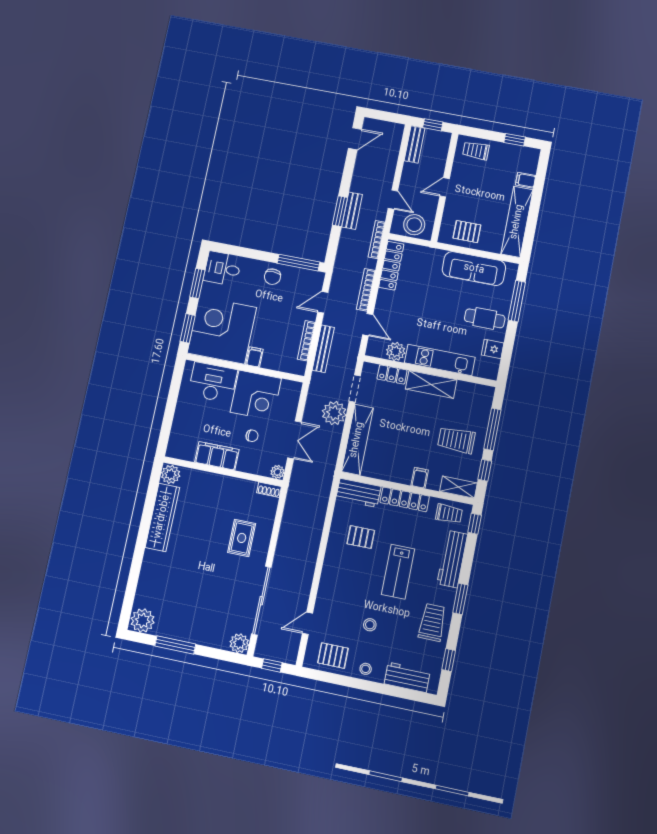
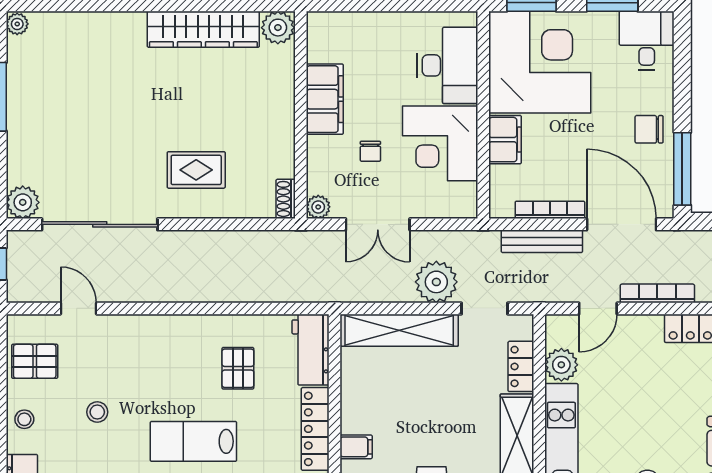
door: (323, 302) -> (622, 224), width x1.87
filing cabinet: (254, 357) -> (505, 140), width x2.00
plant: (143, 621) -> (17, 24), width x0.53, depth x0.53
pallet: (333, 656) -> (35, 361), turned 90

